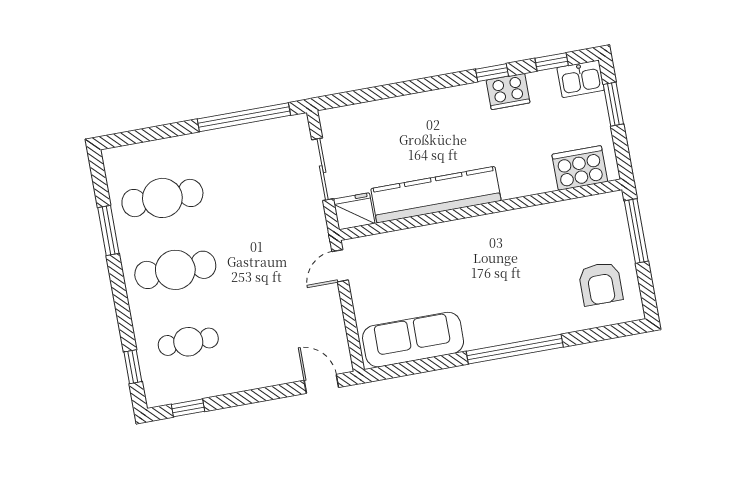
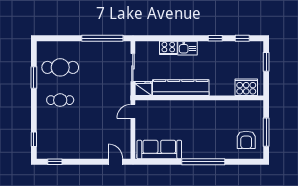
kitchen sink: (581, 79) -> (188, 48), moved
cooker: (508, 91) -> (168, 48), moved
window: (636, 231) -> (266, 132), moved
cafe table: (175, 270) -> (60, 100), width x0.73, depth x0.74
cafe table: (188, 342) -> (60, 133), removed

